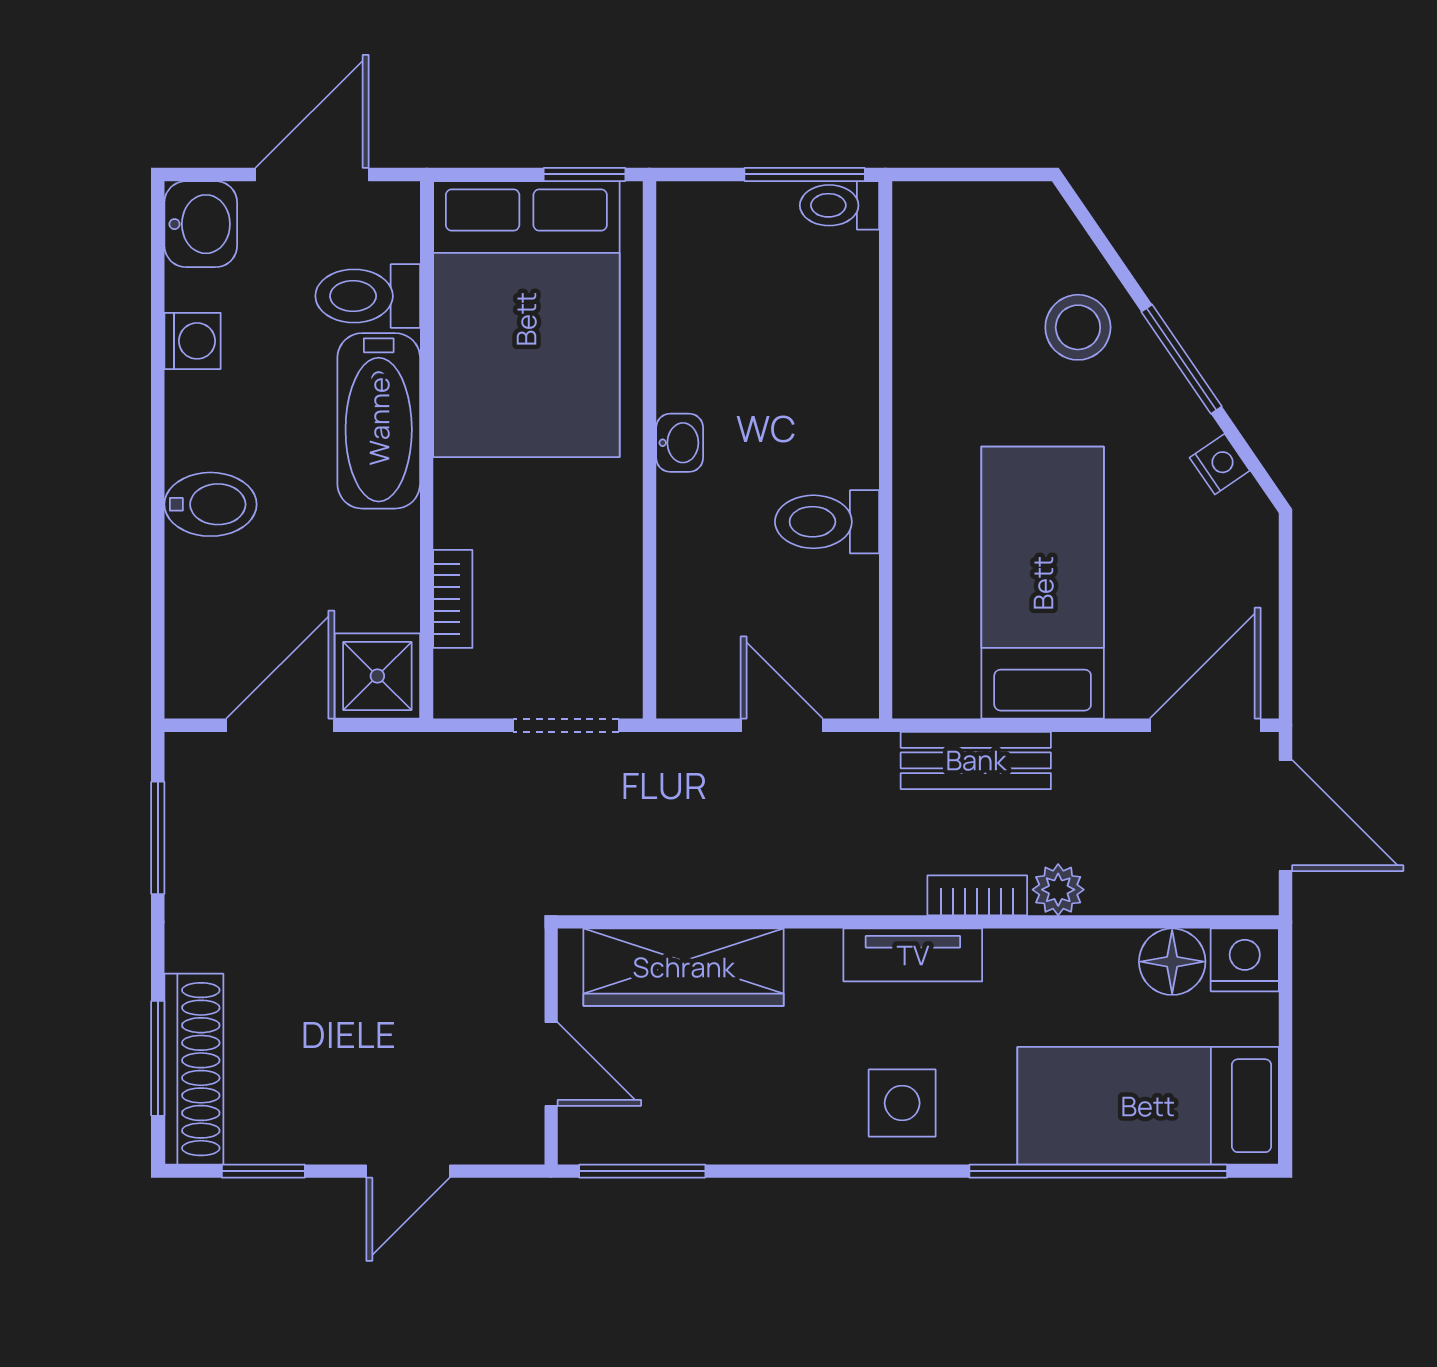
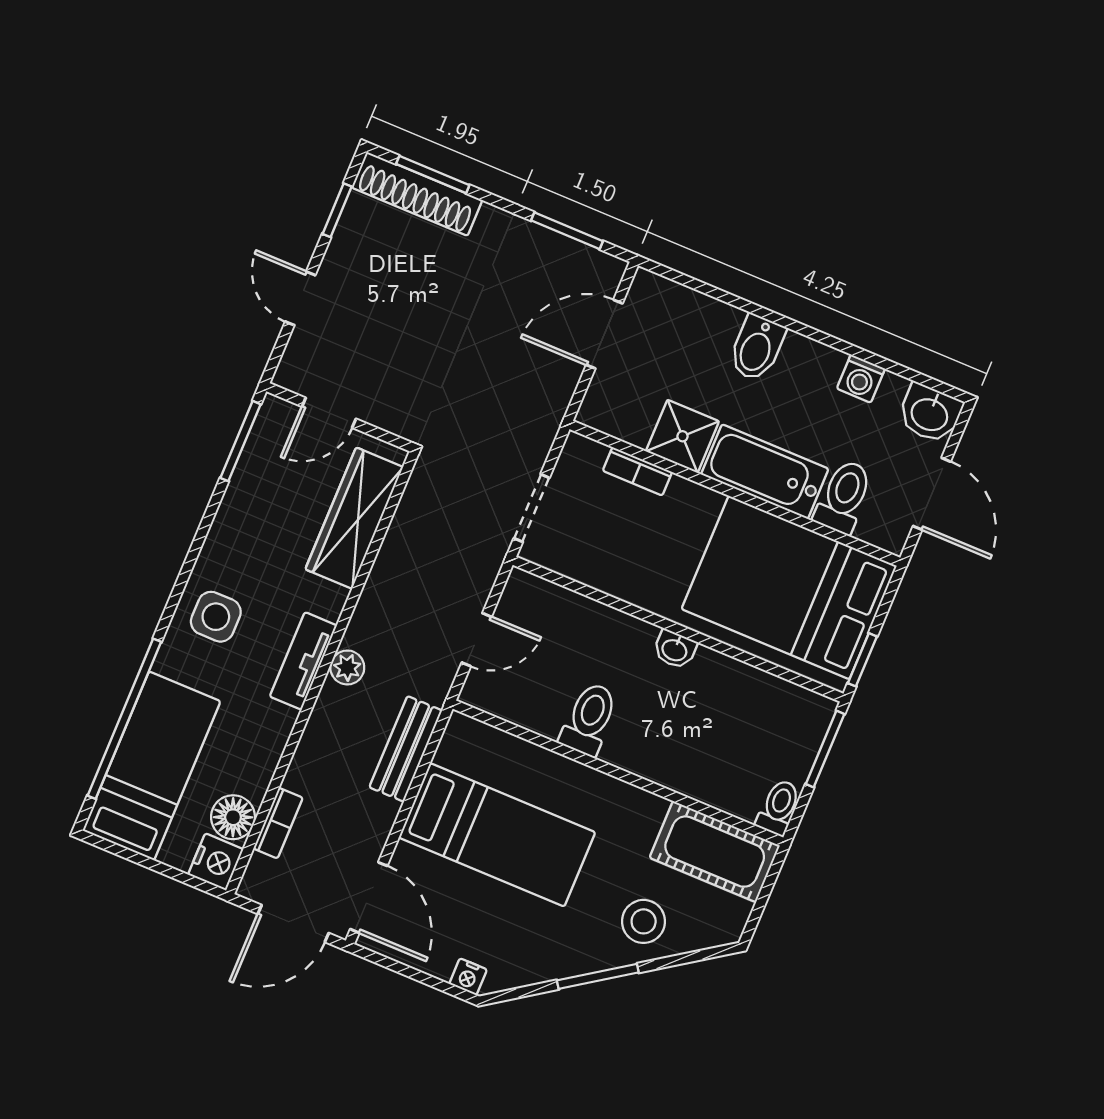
window: (805, 174) -> (825, 749), moved
cot: (939, 269) -> (715, 852), added
nightstand: (1220, 464) -> (468, 977), moved, turned 34
shower: (377, 676) -> (682, 436), moved
door: (280, 725) -> (604, 334), swing flipped
plant: (1058, 890) -> (347, 667), moved
bookcase: (977, 895) -> (278, 823), moved

